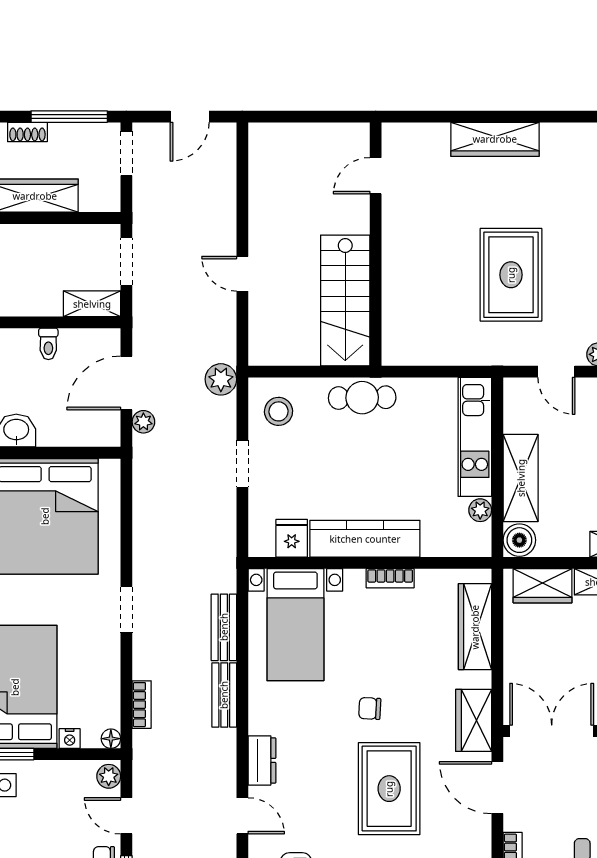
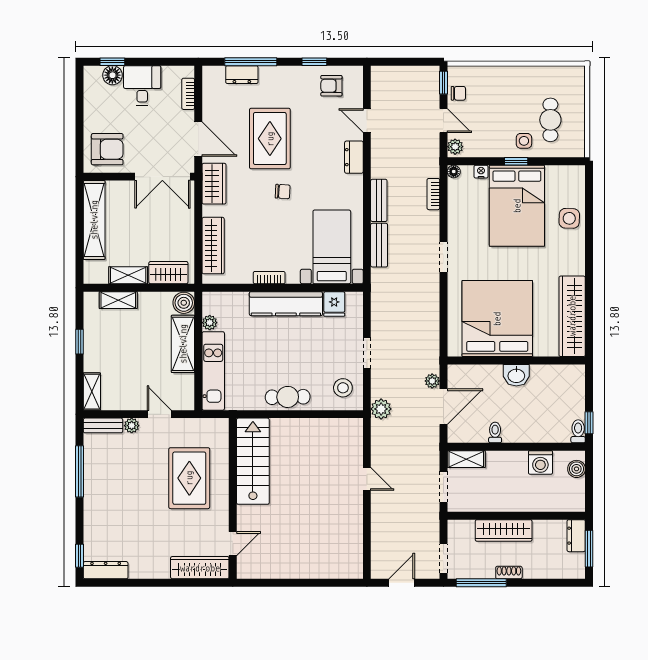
door: (376, 176) -> (233, 544), moved
wall: (376, 244) -> (233, 498), moved
stairs: (345, 300) -> (253, 461), moved

